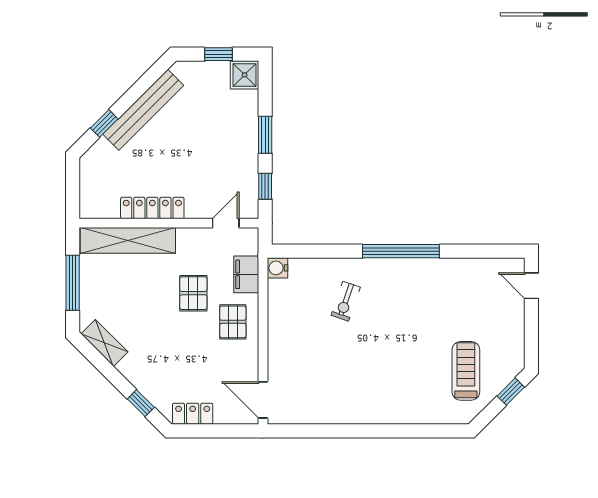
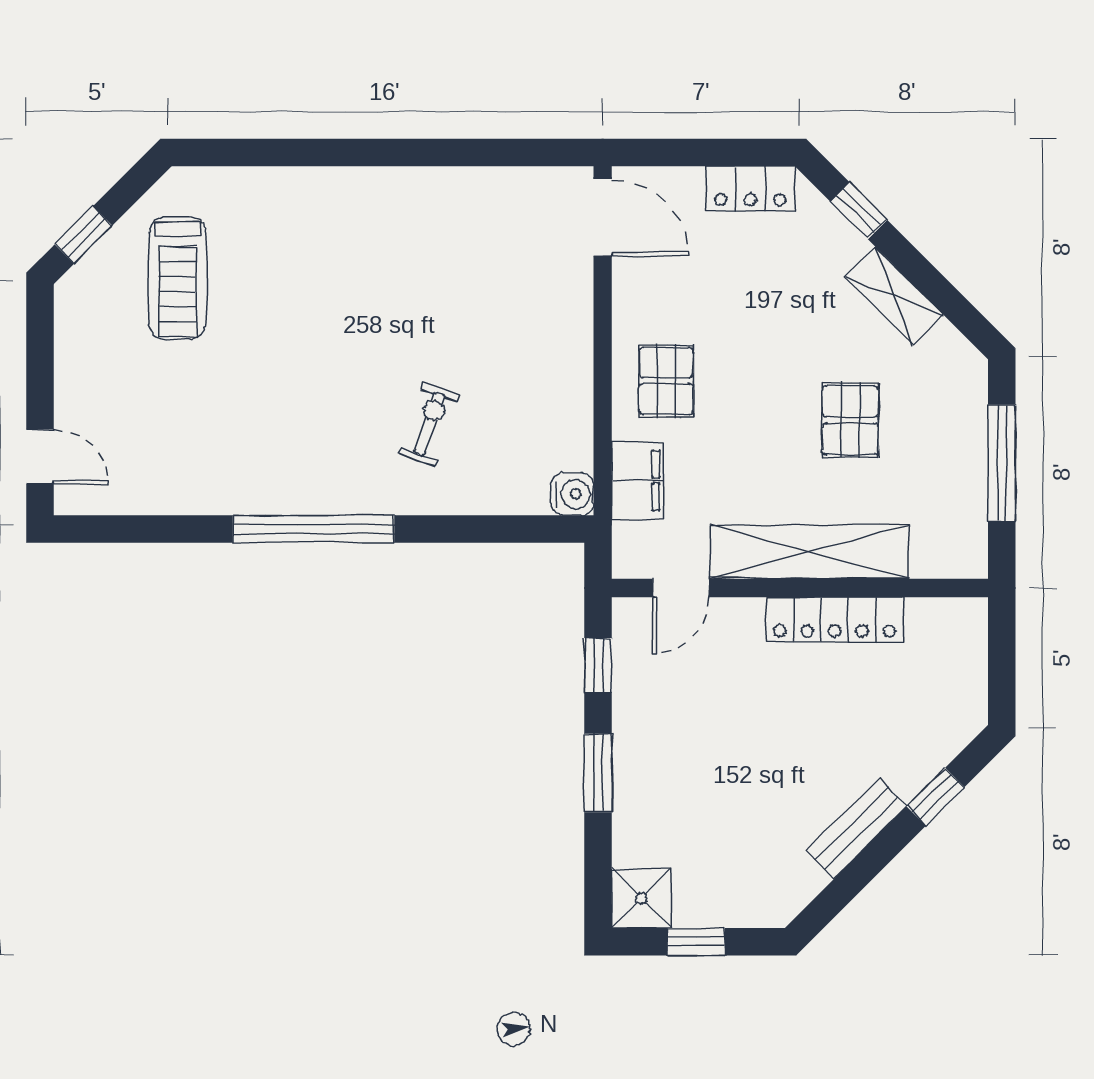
bench: (143, 110) -> (857, 828), width x0.54, depth x0.82
shelving: (128, 240) -> (810, 552), moved
pallet: (193, 293) -> (850, 420), moved
shelving: (104, 343) -> (894, 296), moved

